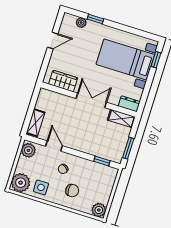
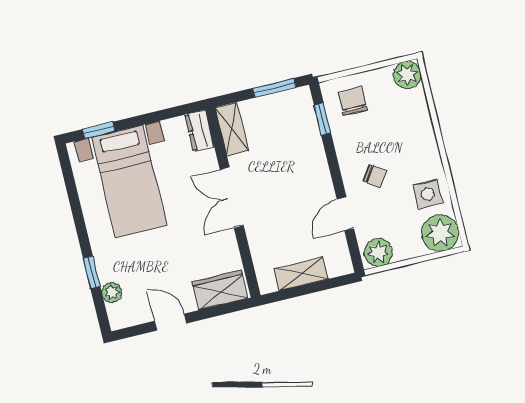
wardrobe: (63, 81) -> (220, 290), moved, turned 90
shelving: (36, 123) -> (301, 274), moved
chair: (72, 191) -> (352, 101), moved

